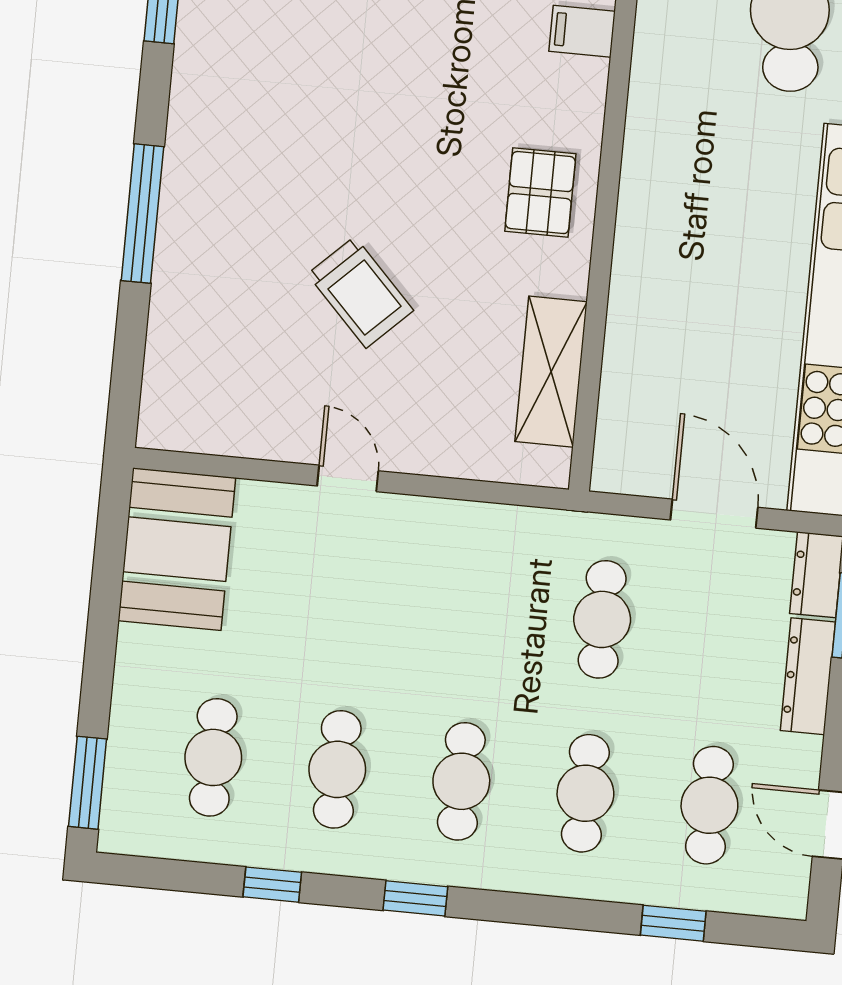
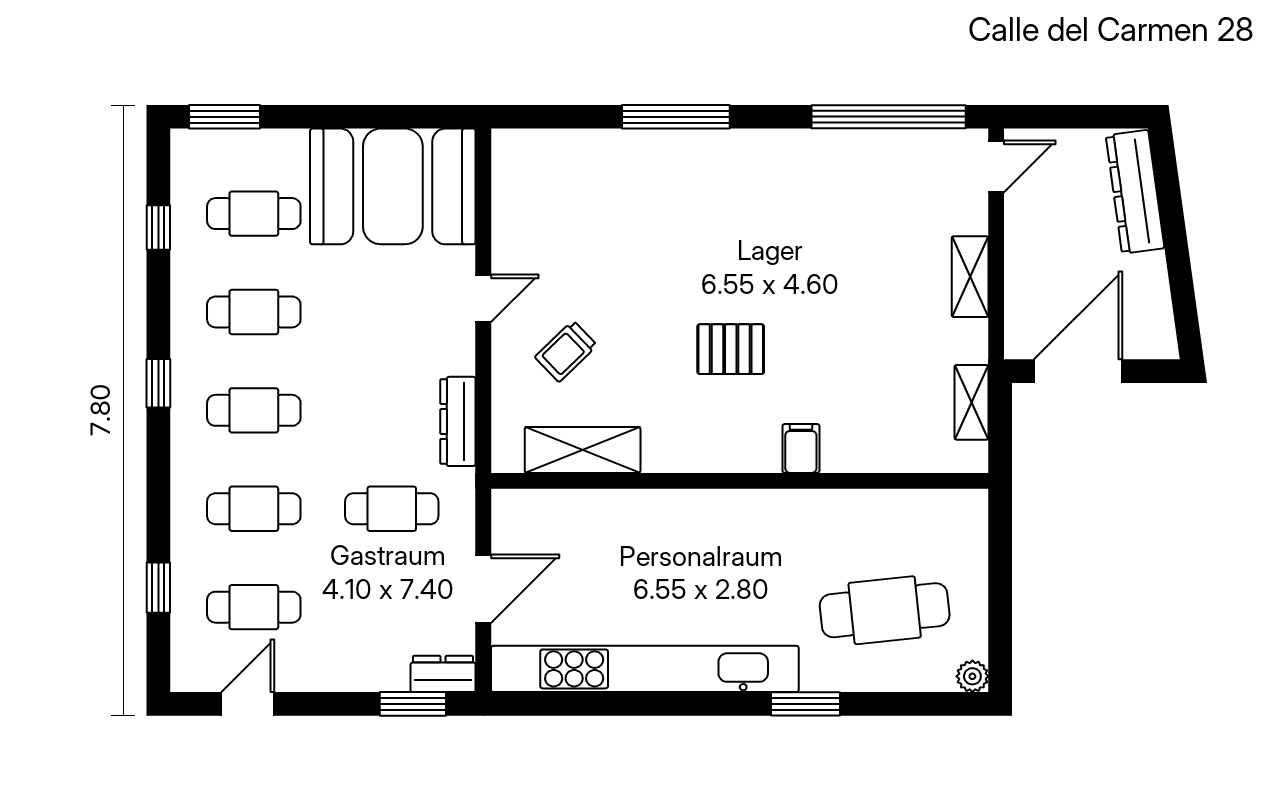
filing cabinet: (582, 31) -> (801, 448), moved
pallet: (540, 193) -> (731, 349), moved
trolley: (360, 292) -> (566, 351), moved, width x0.73, depth x0.72
booth: (177, 549) -> (393, 186), width x1.36, depth x1.42
dresser: (808, 676) -> (458, 421), moved, turned -90
window: (272, 885) -> (158, 227), moved

